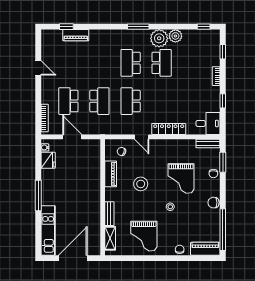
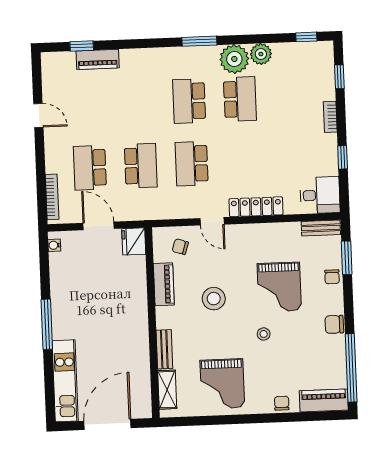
fridge: (48, 160) -> (134, 241), moved, turned 180

